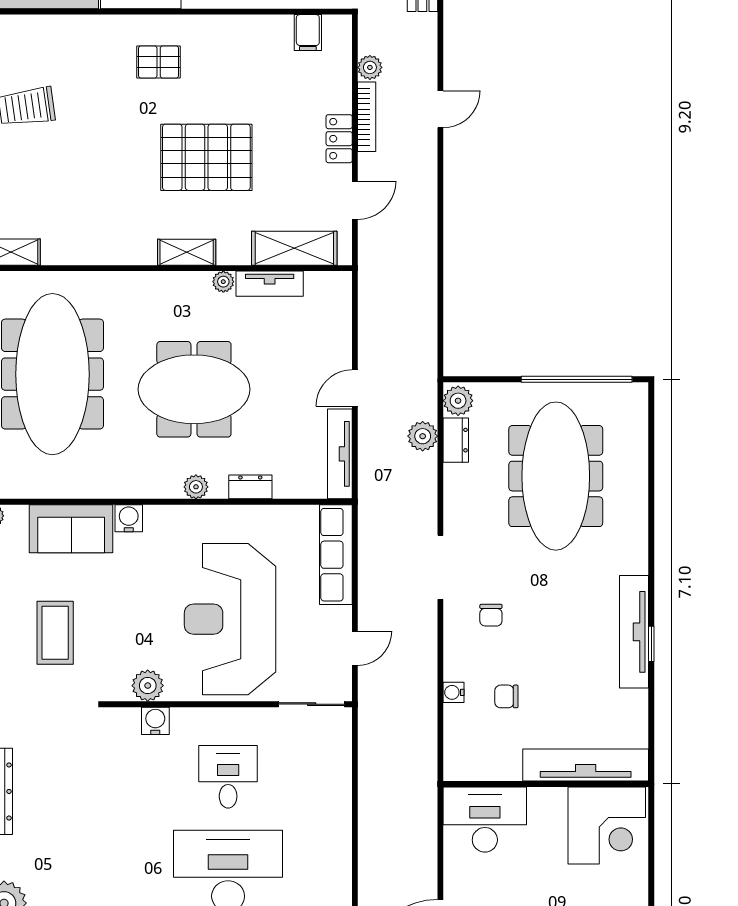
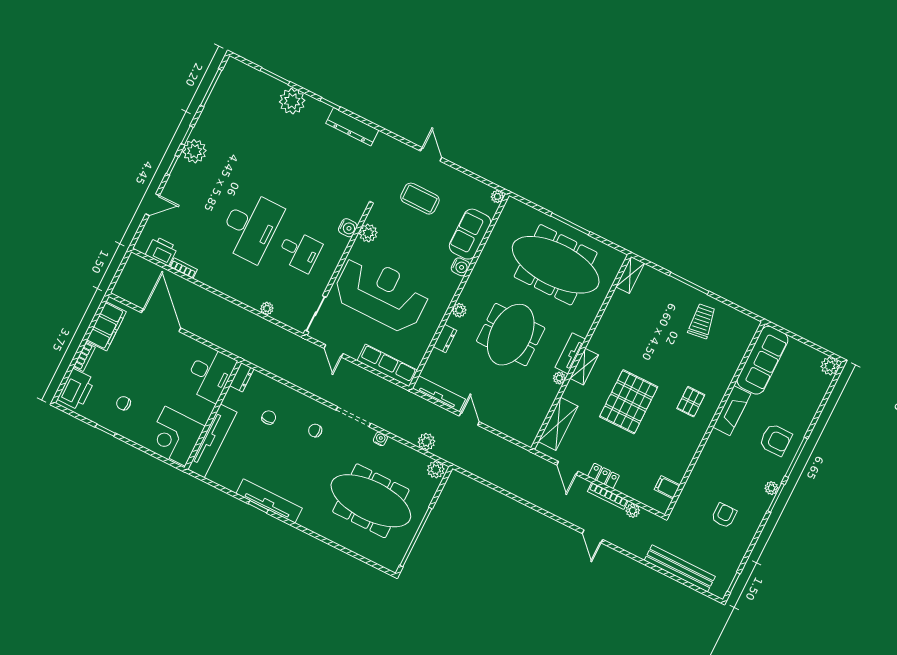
tv unit: (270, 284) -> (570, 353), moved
dresser: (456, 440) -> (242, 377), moved, turned -90
water cooler: (454, 692) -> (380, 439), moved
plant: (341, 783) -> (267, 308), added

